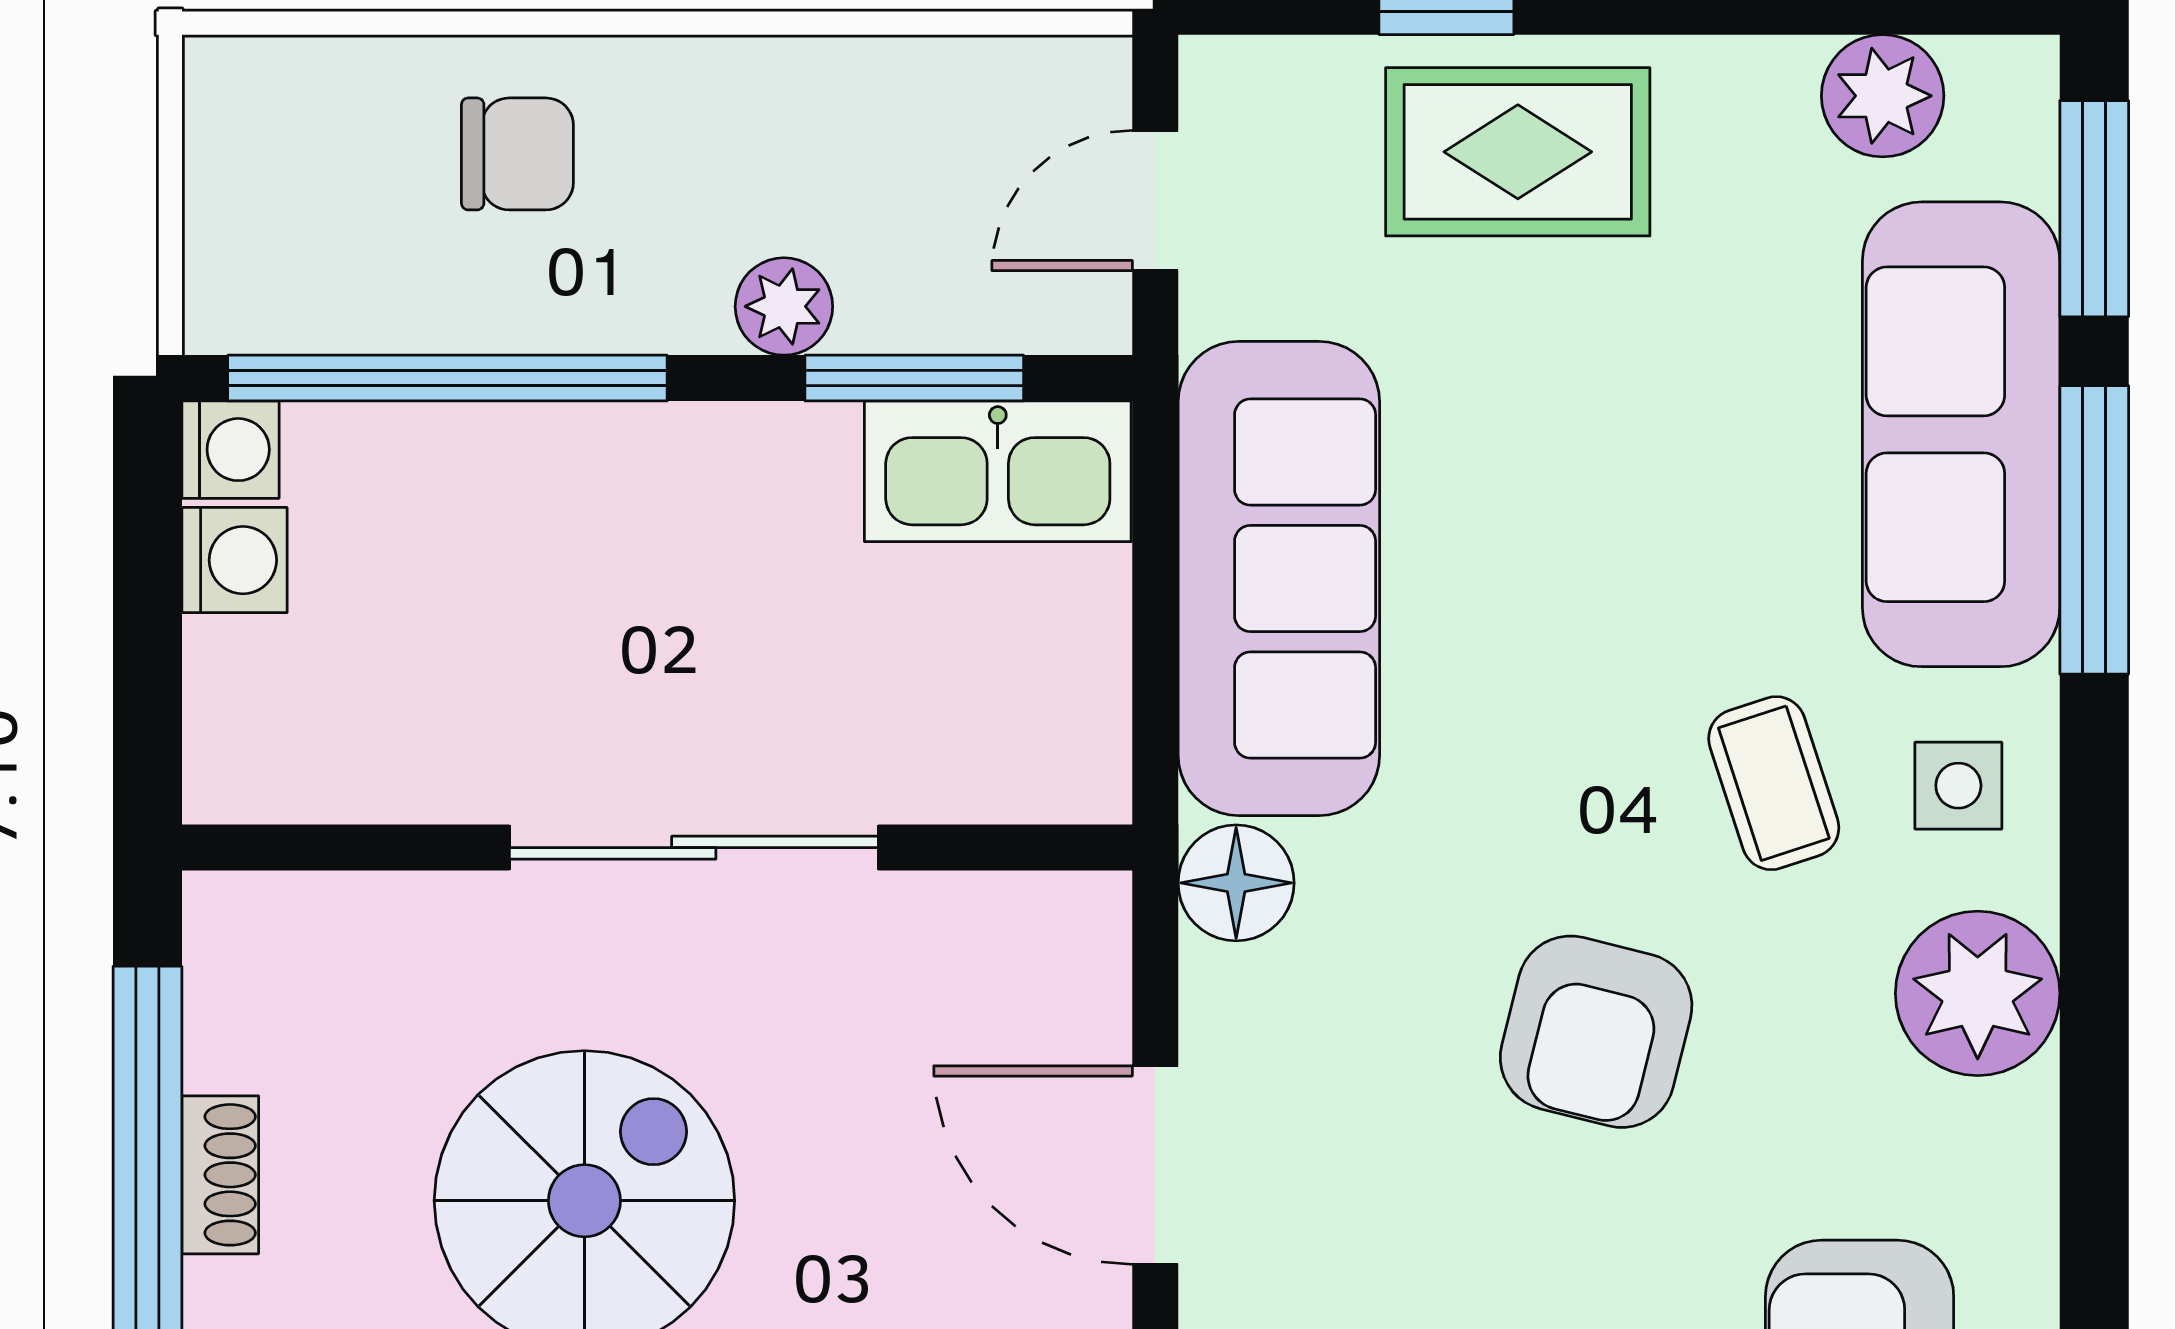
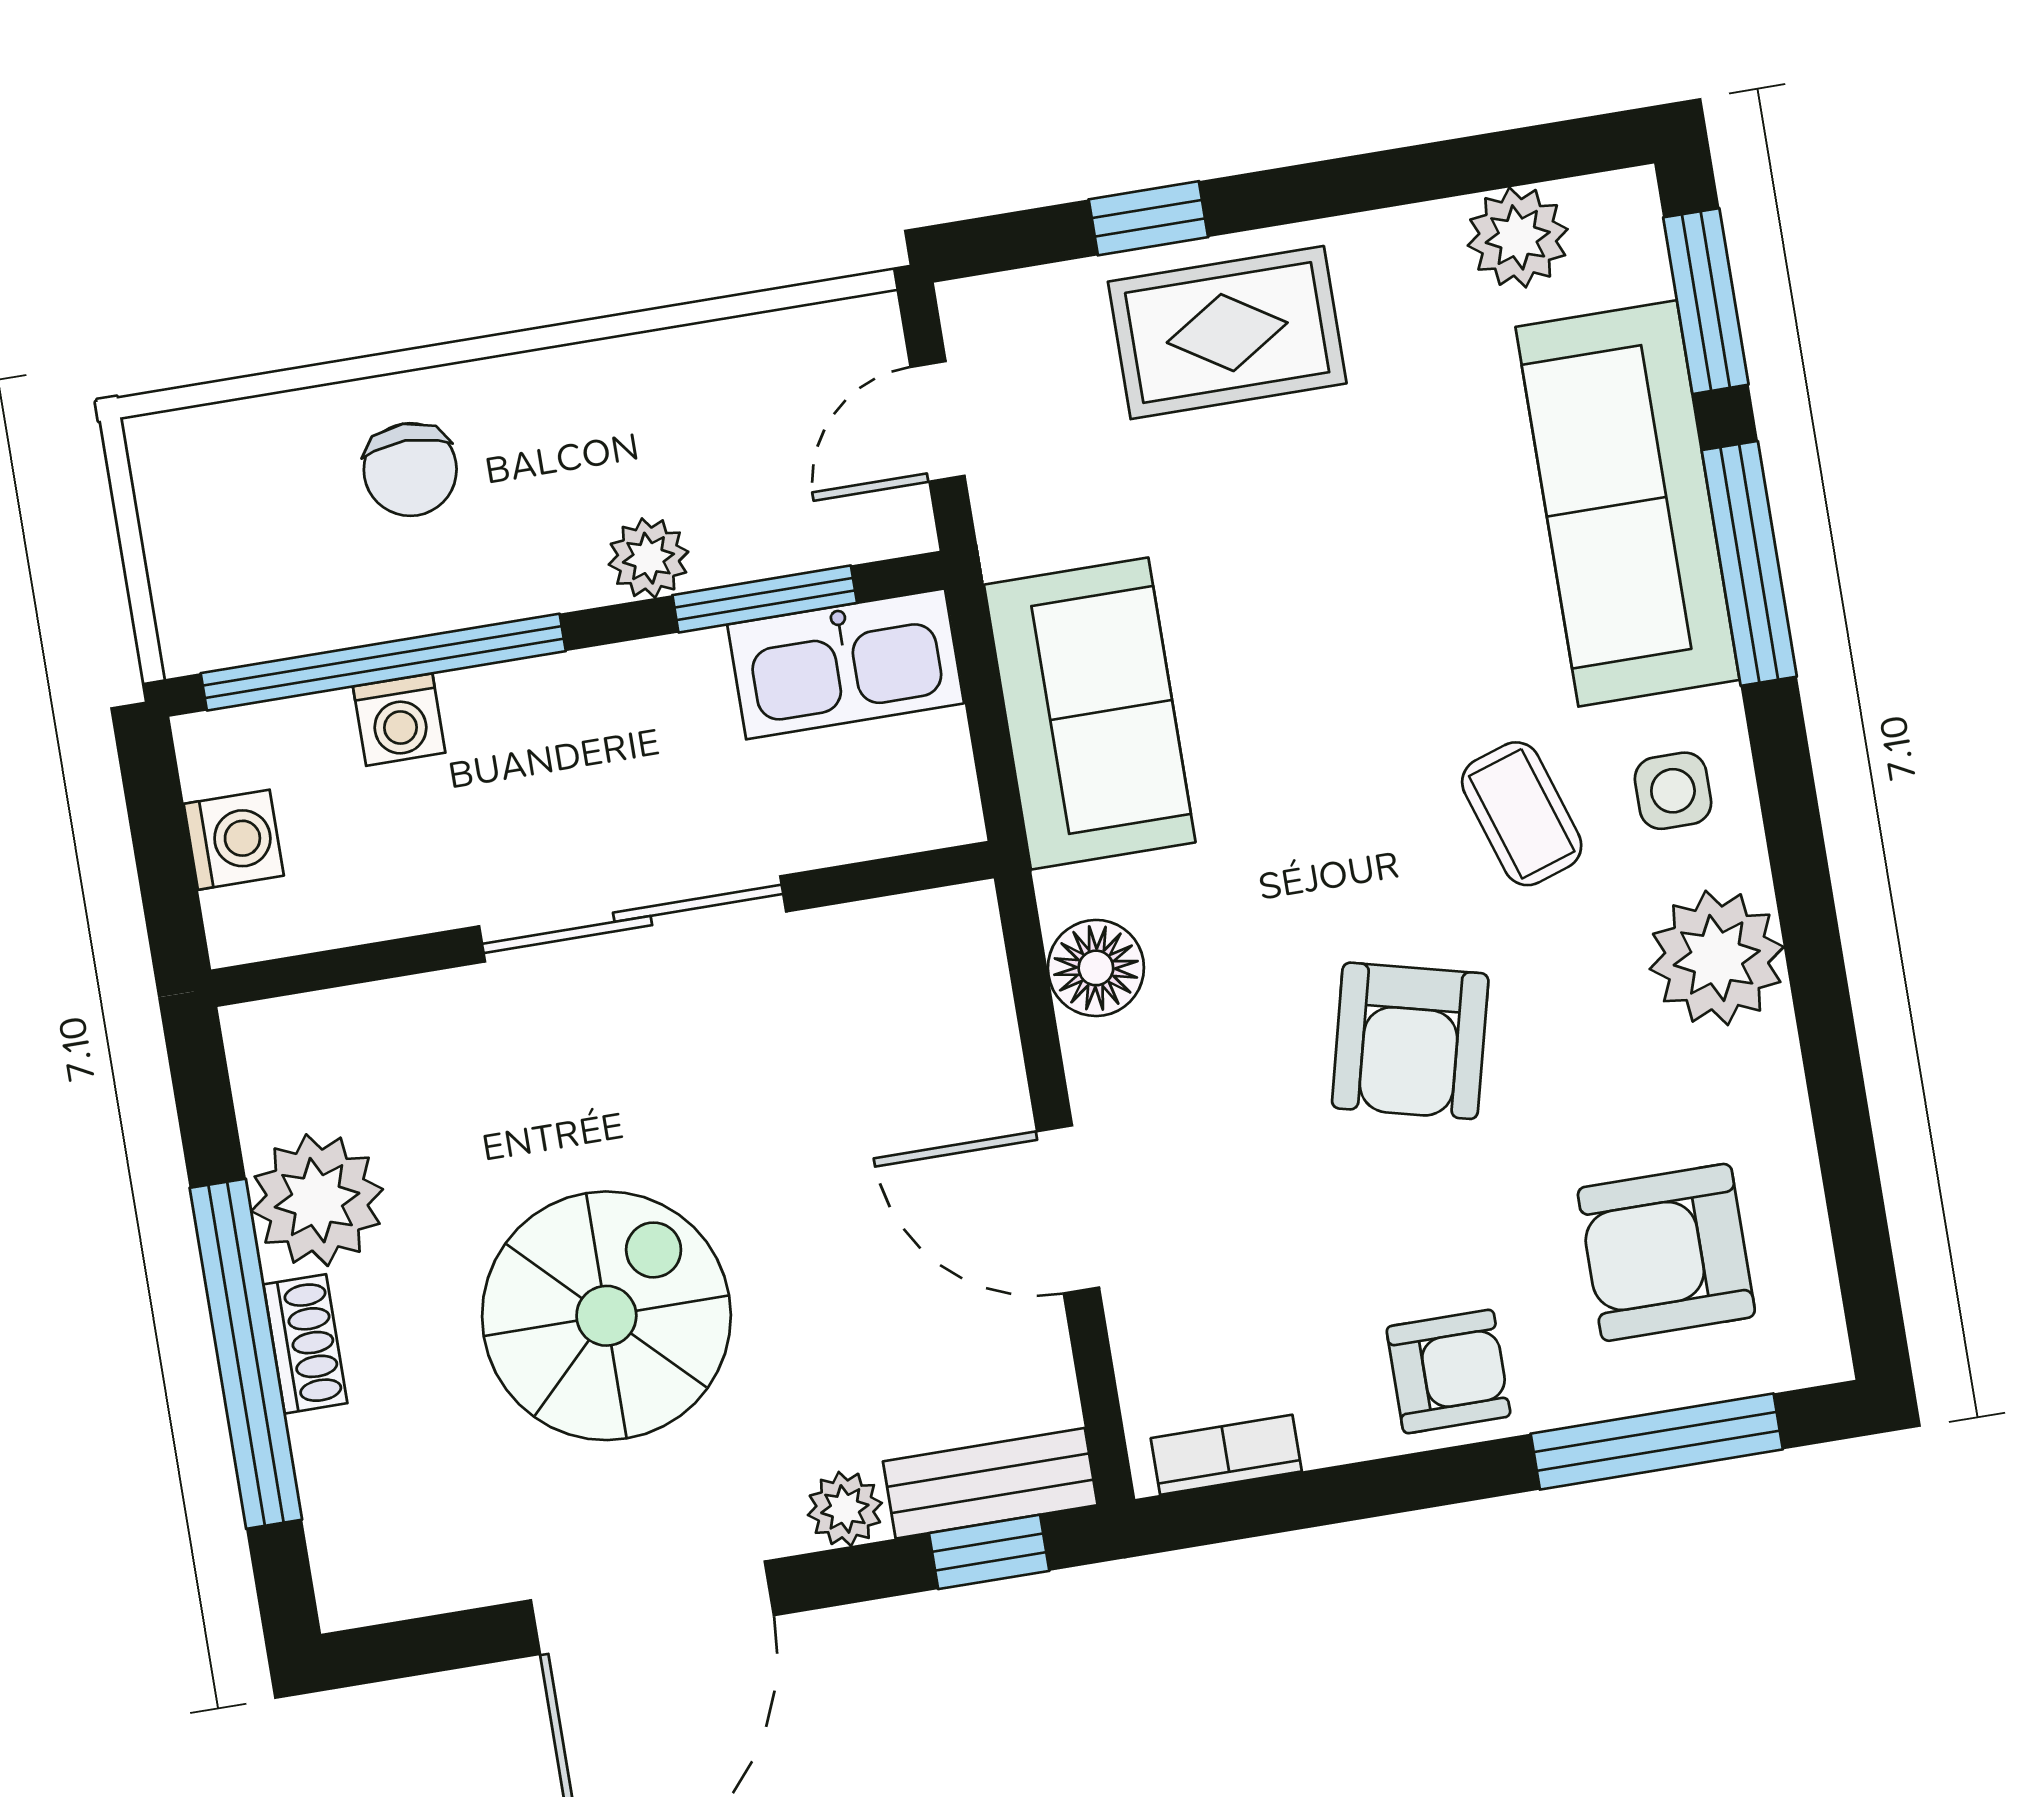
chair: (517, 154) -> (410, 470), turned 90
washing machine: (230, 450) -> (399, 720), moved, turned 90
sofa: (1279, 579) -> (1090, 713), width x0.73
wall: (657, 848) -> (603, 924), moved
sliding door: (694, 848) -> (633, 919), moved
plant: (263, 1006) -> (317, 1200), added

